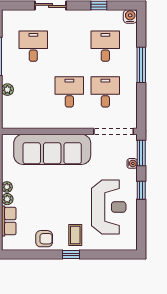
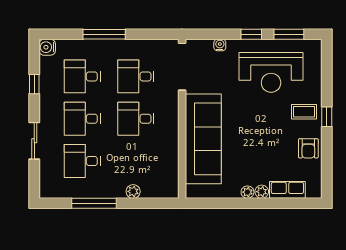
desk: (69, 46) -> (82, 119), added
window: (141, 153) -> (289, 34), moved
reception desk: (109, 207) -> (271, 72), turned 180
armchair: (44, 239) -> (308, 148), turned 180

